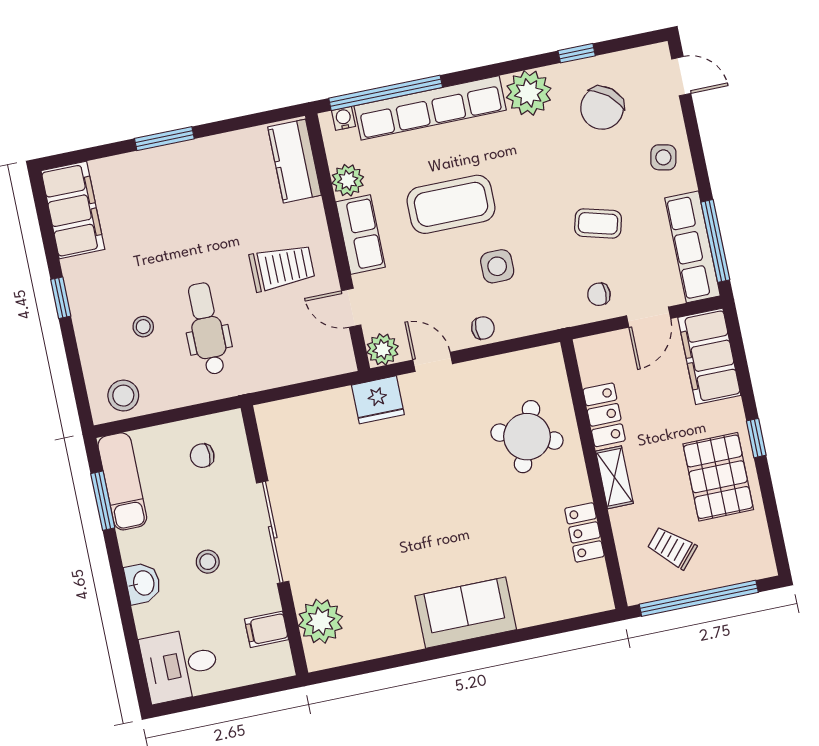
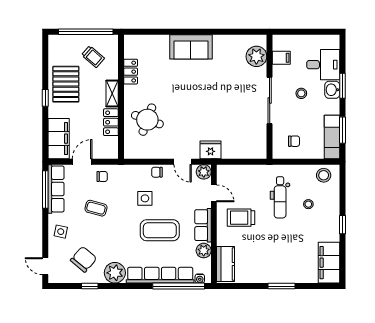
window: (123, 596) -> (342, 86), added
desk: (180, 665) -> (323, 65), moved

